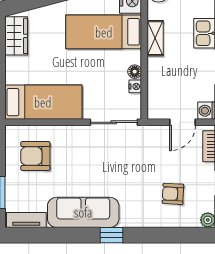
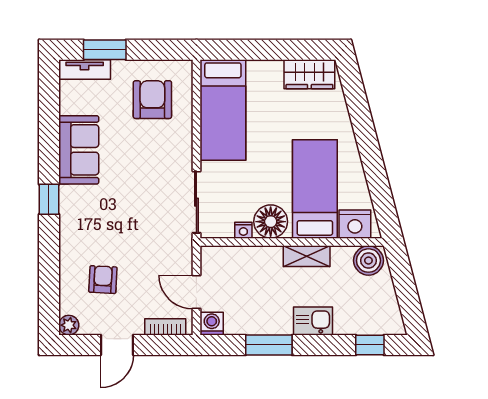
floor lamp: (135, 72) -> (271, 222), width x1.89, depth x1.89
sofa: (83, 212) -> (79, 150), width x0.73
tv unit: (26, 220) -> (85, 70), moved, turned 90

